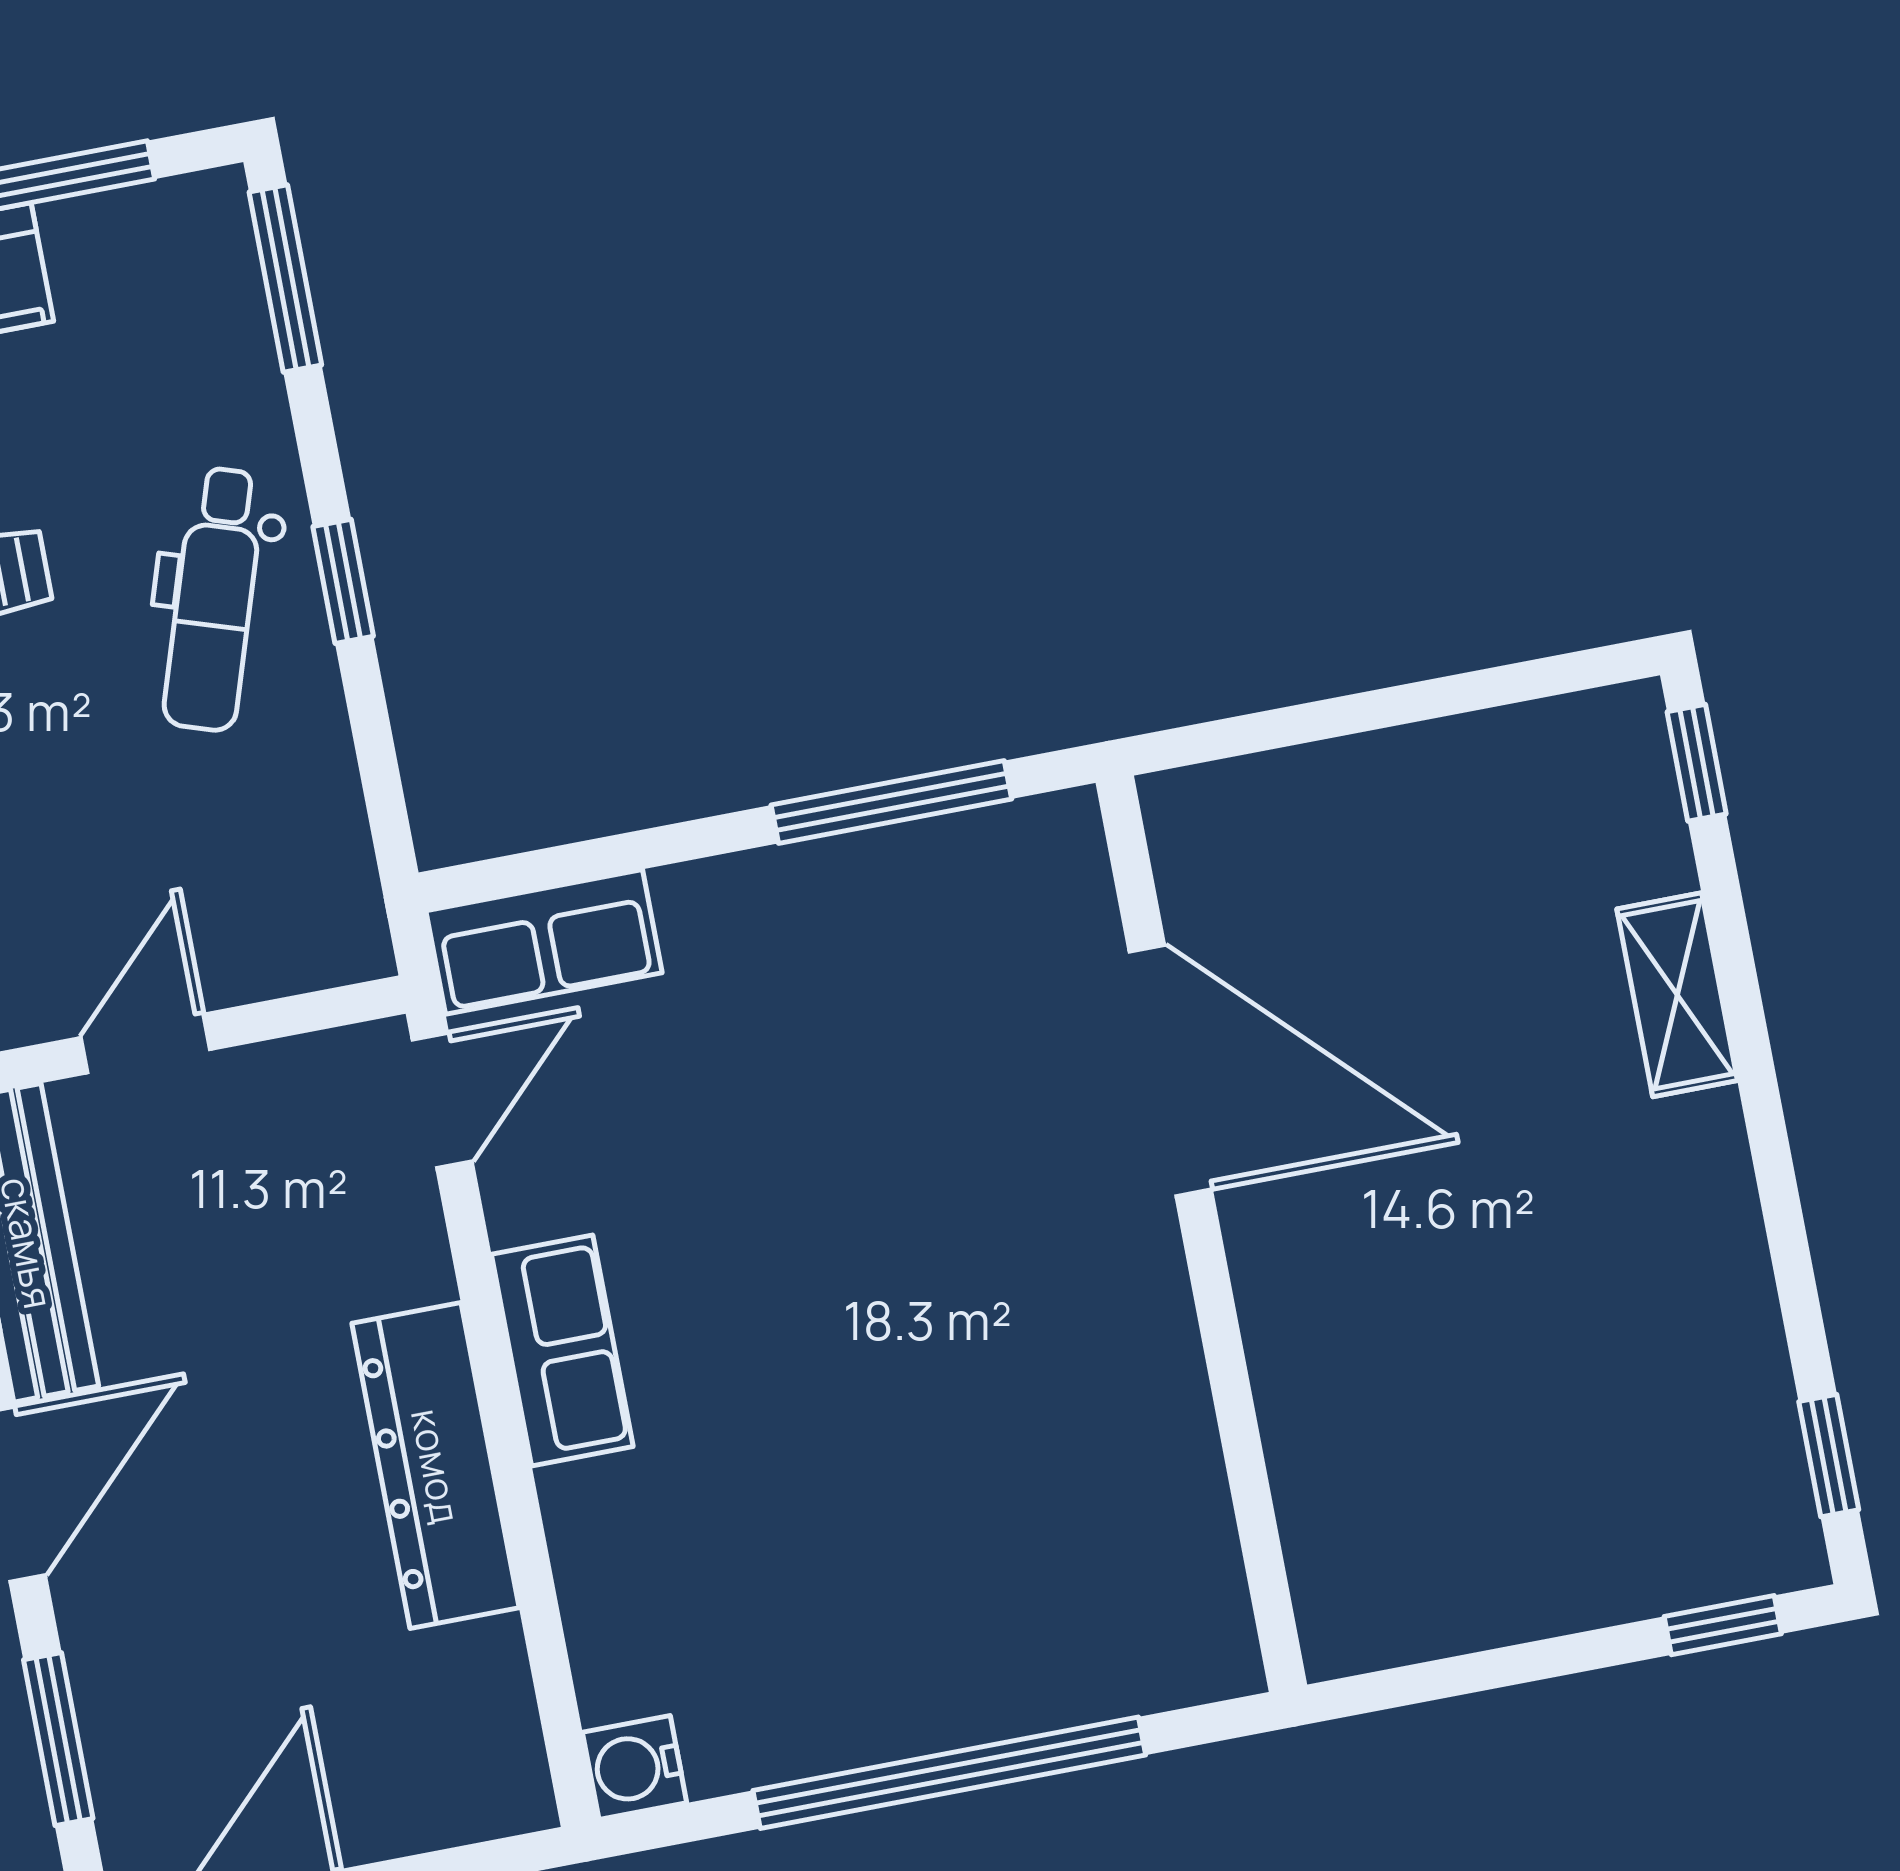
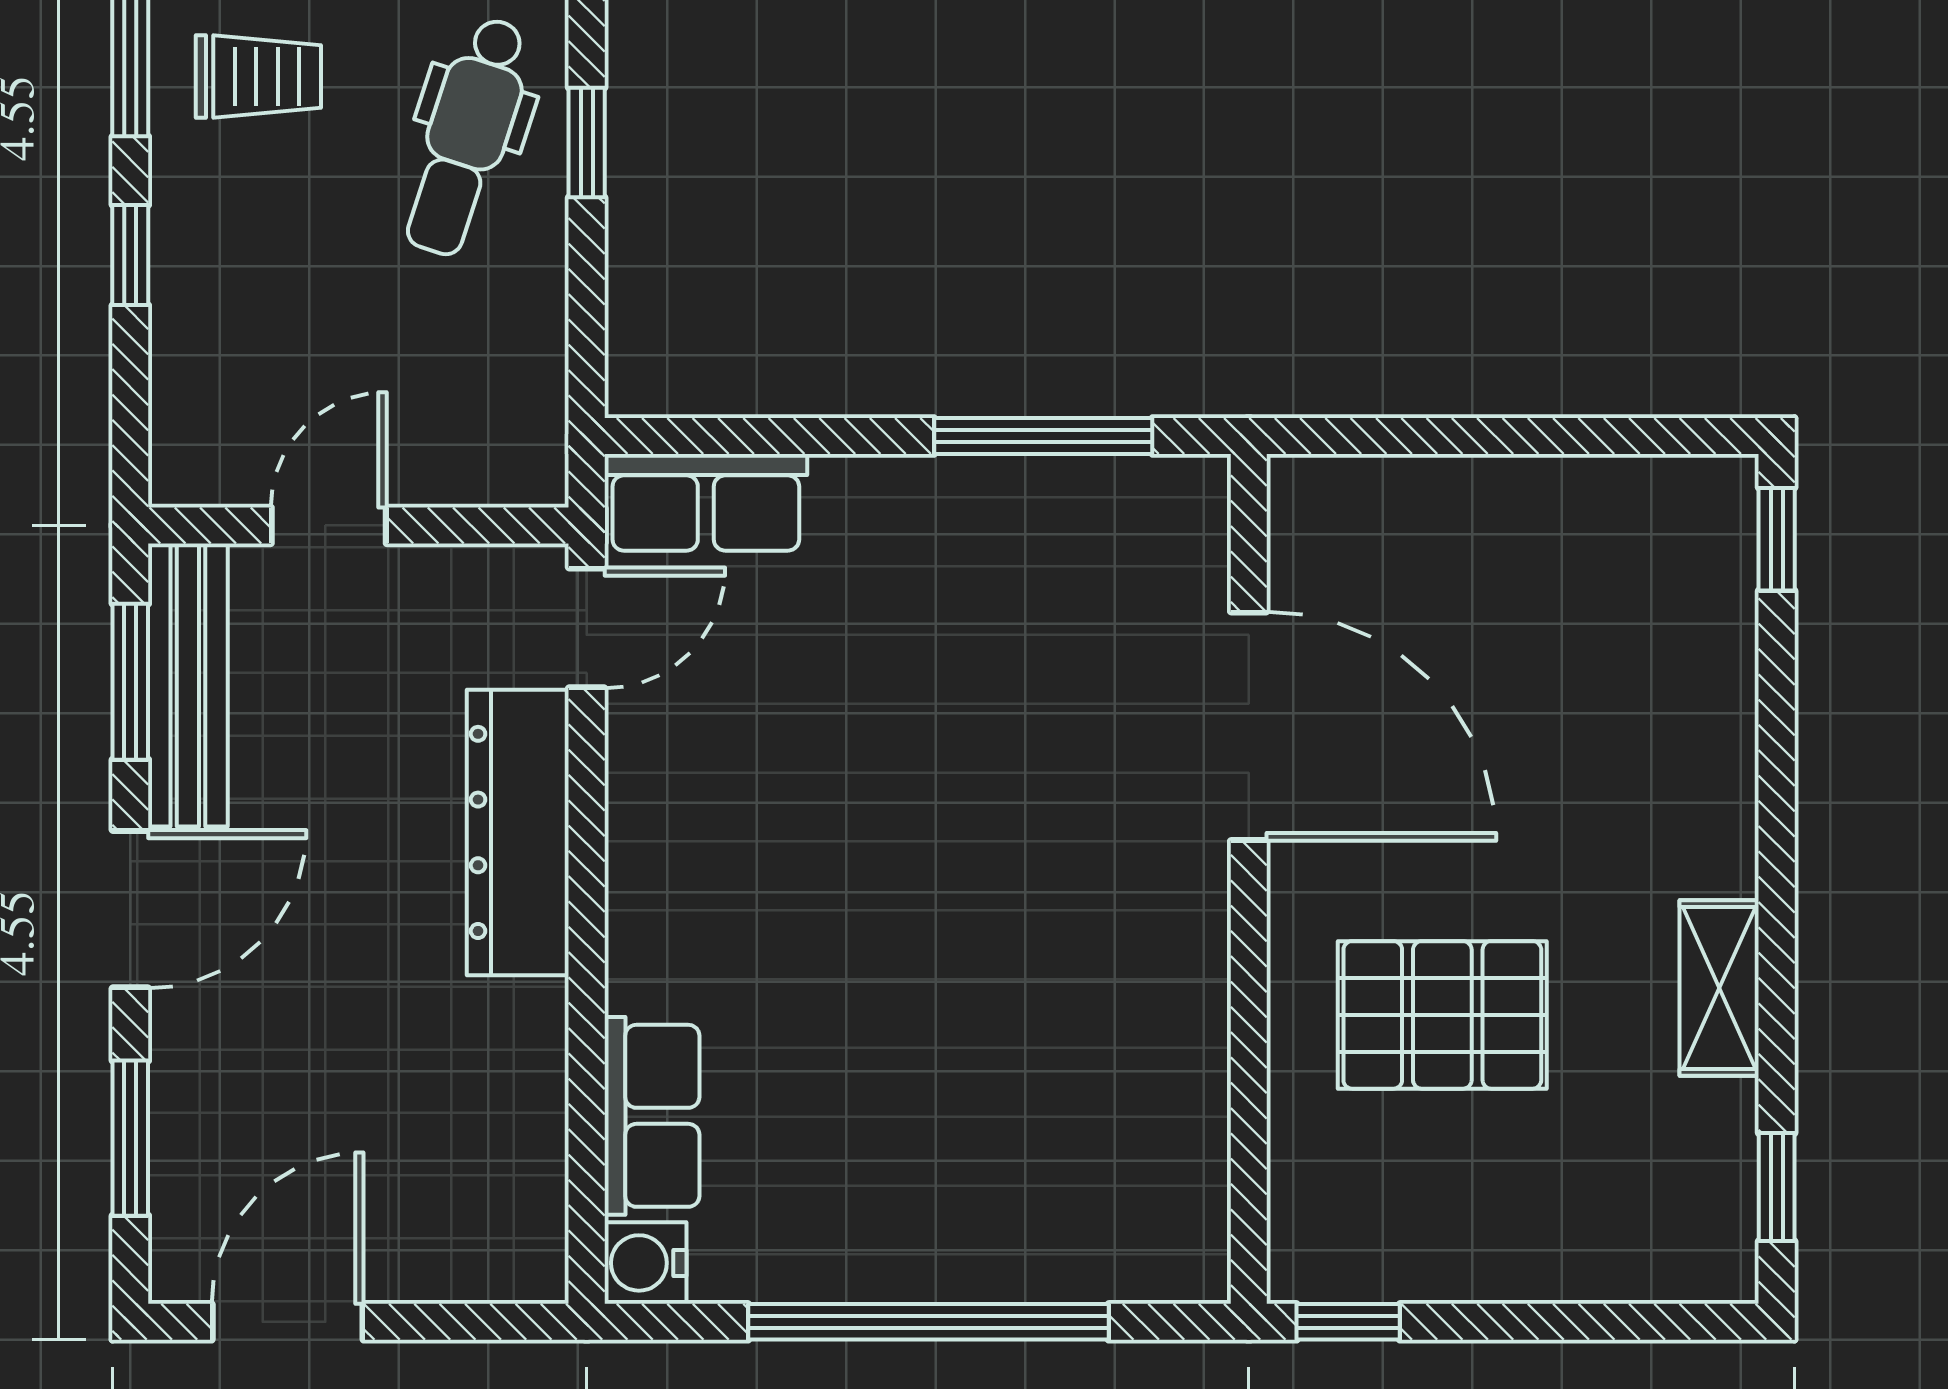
shelving: (1677, 995) -> (1719, 988), moved
pallet: (1436, 1340) -> (1442, 1015), added
row of seats: (562, 1350) -> (652, 1116), moved
dresser: (436, 1466) -> (518, 832), moved
window: (1723, 1625) -> (1348, 1322), moved

